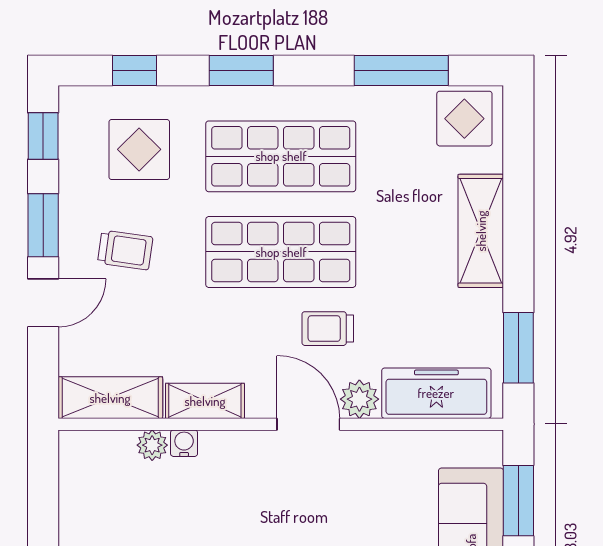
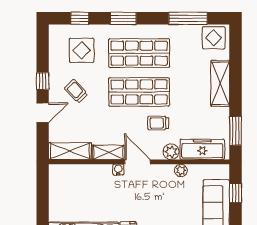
window: (43, 136) -> (43, 45), removed
window: (43, 225) -> (43, 81), width x0.67
trolley: (125, 250) -> (76, 91), turned -141
door: (308, 424) -> (137, 162), moved
water cooler: (184, 443) -> (118, 170), moved
plant: (152, 445) -> (181, 170), moved
window: (518, 501) -> (236, 193), width x0.67

